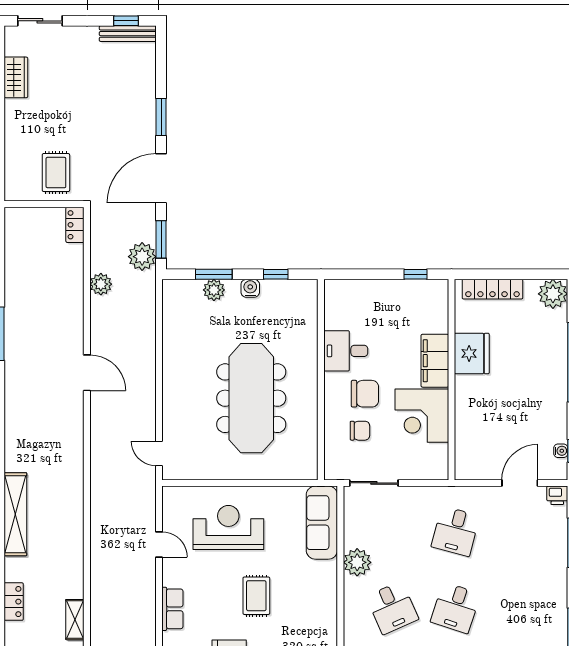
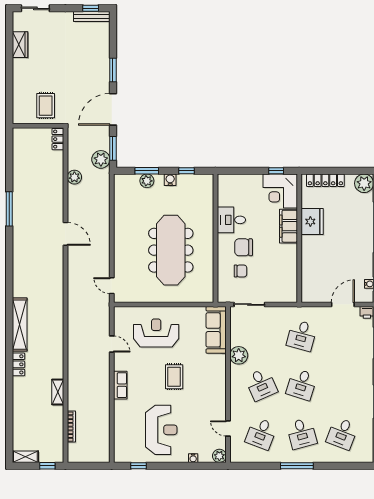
chair: (365, 394) -> (244, 247), turned 180
corner desk: (422, 416) -> (280, 191), moved
locker: (14, 602) -> (19, 364), moved

